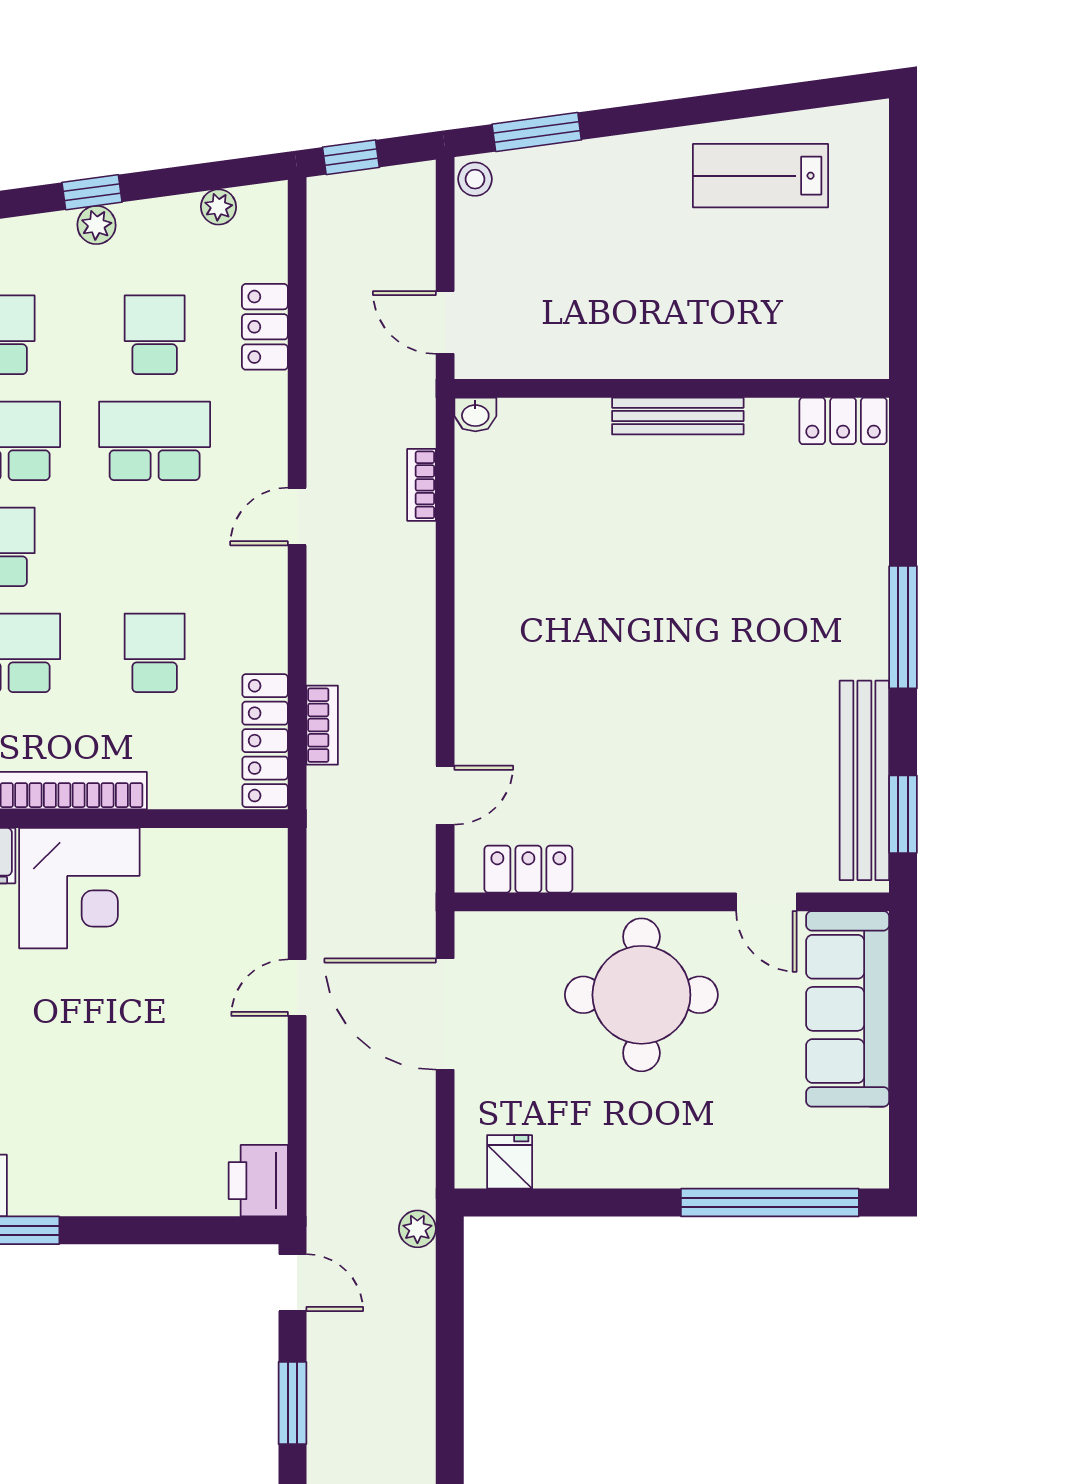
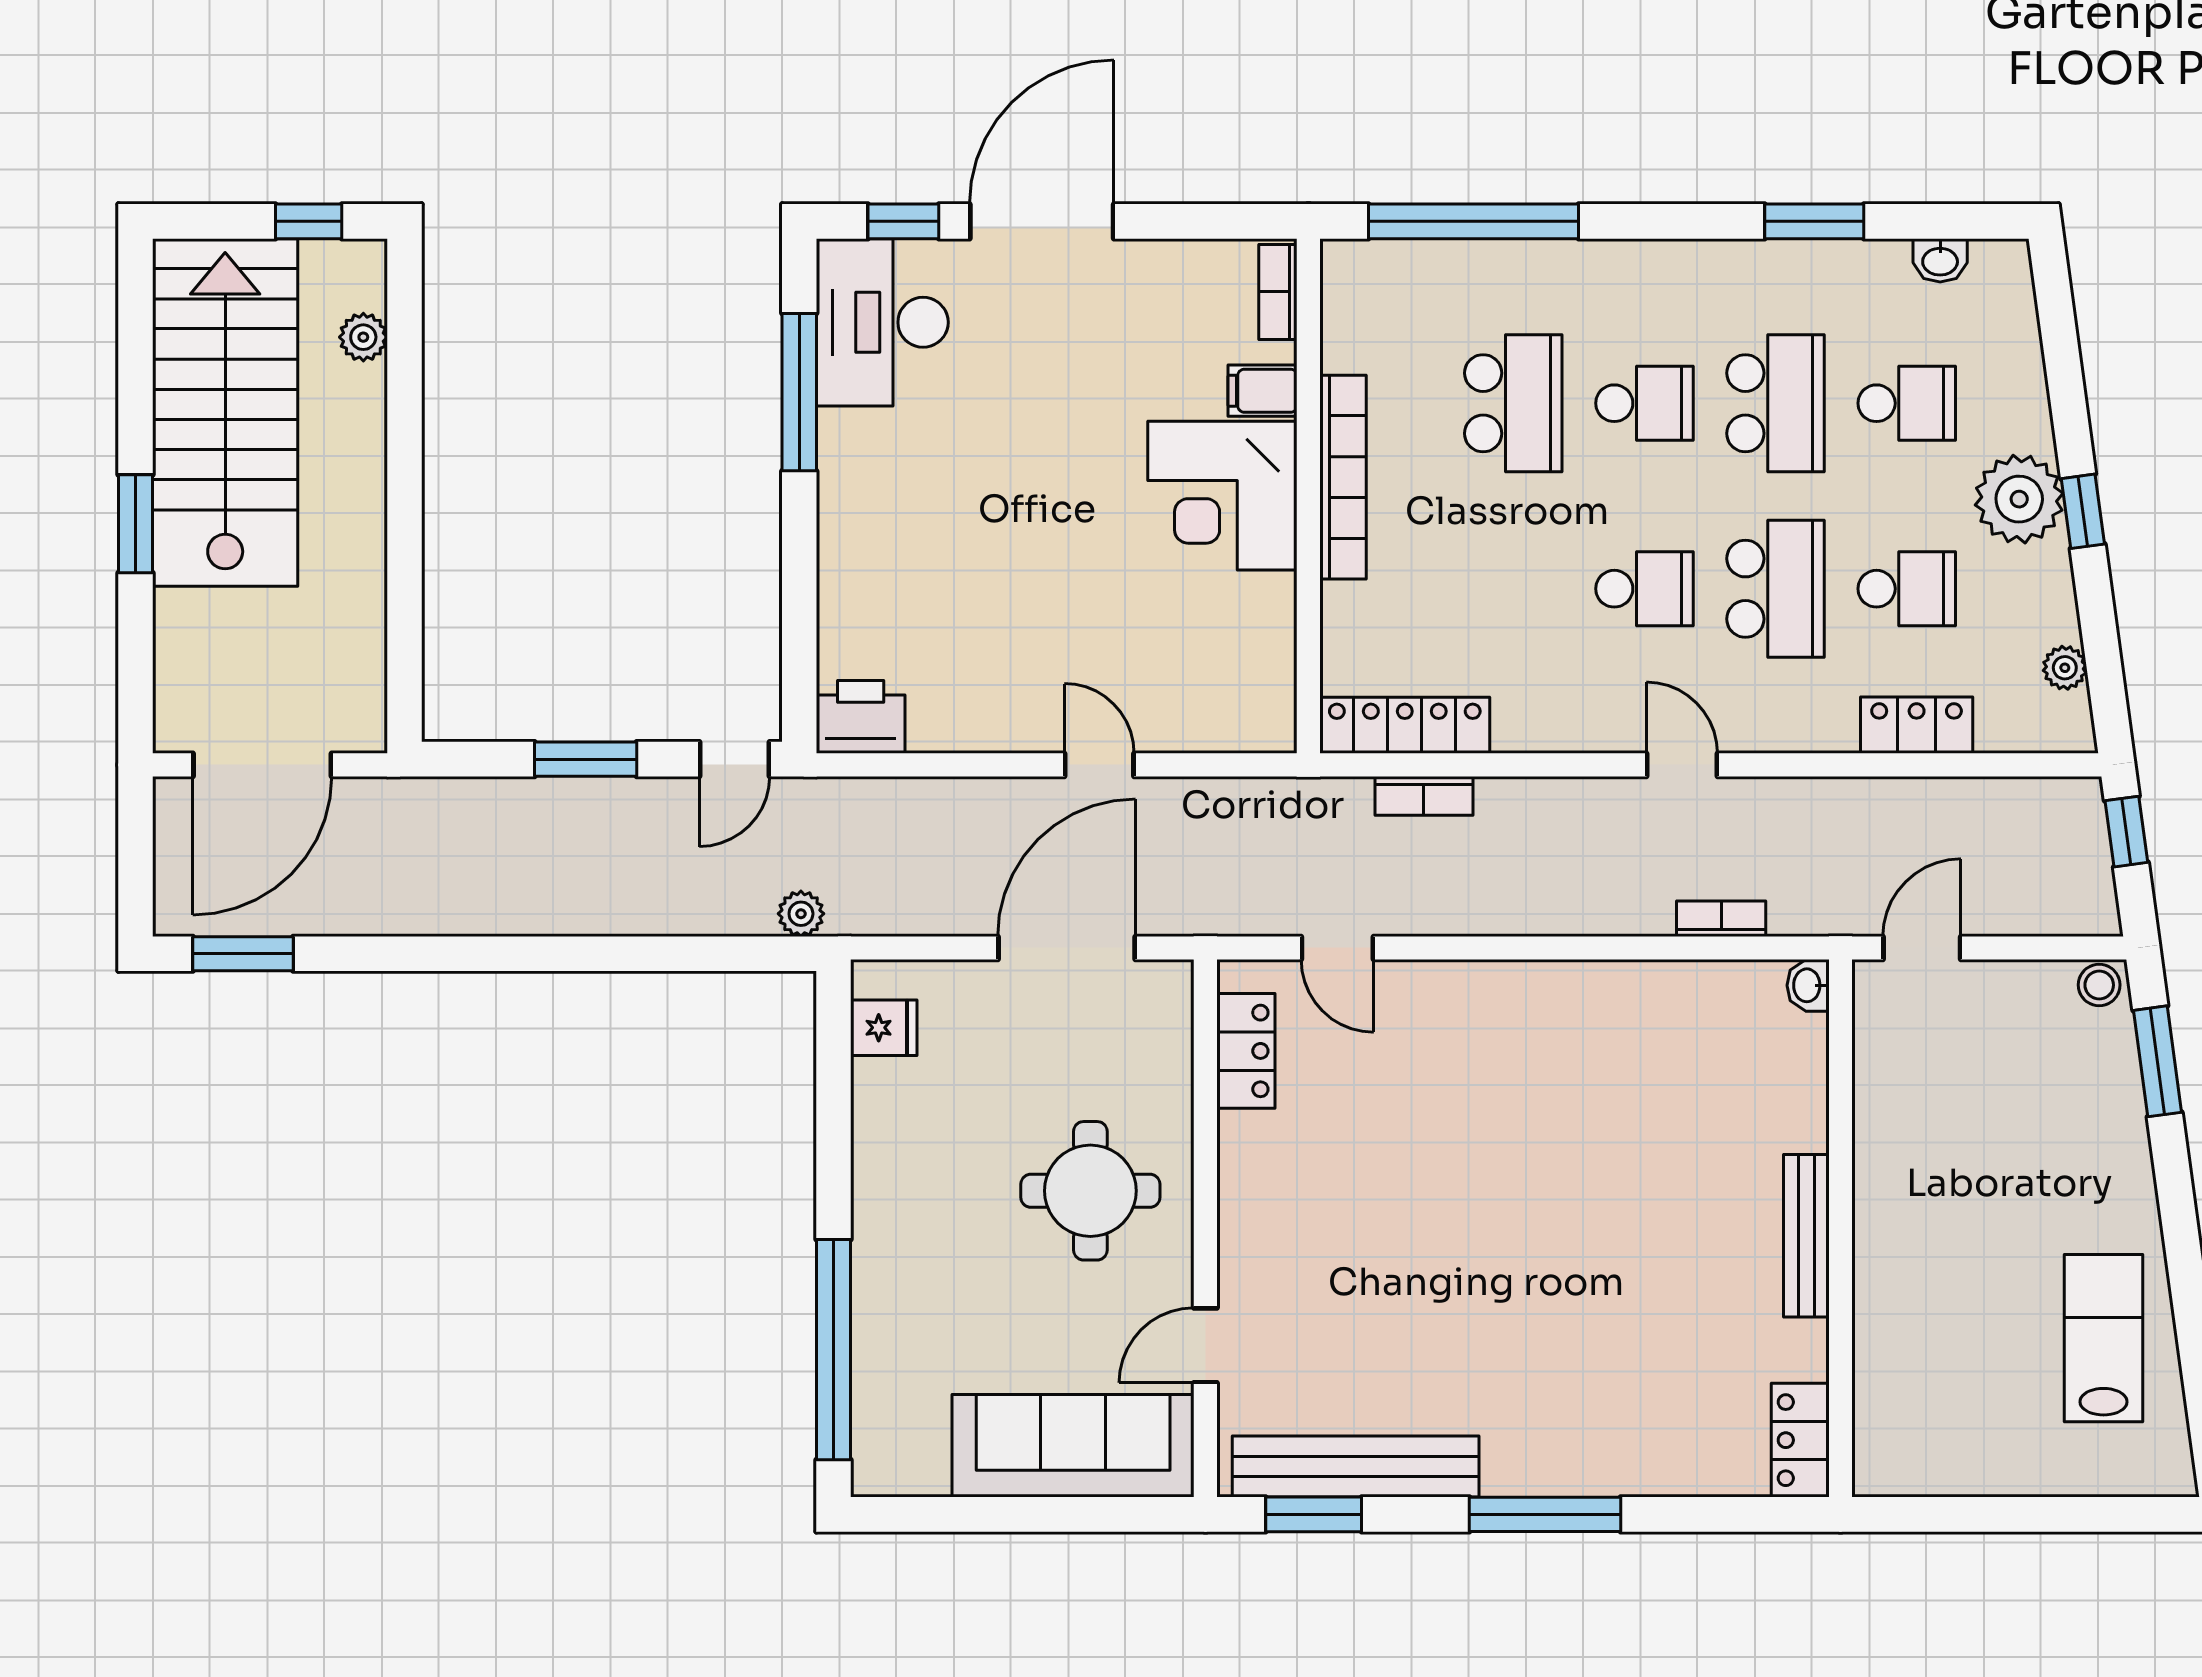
plant: (96, 225) -> (2019, 499), width x1.88, depth x1.88
school desk: (155, 653) -> (1644, 589), moved
round table: (641, 995) -> (1090, 1191), width x0.73, depth x0.73

